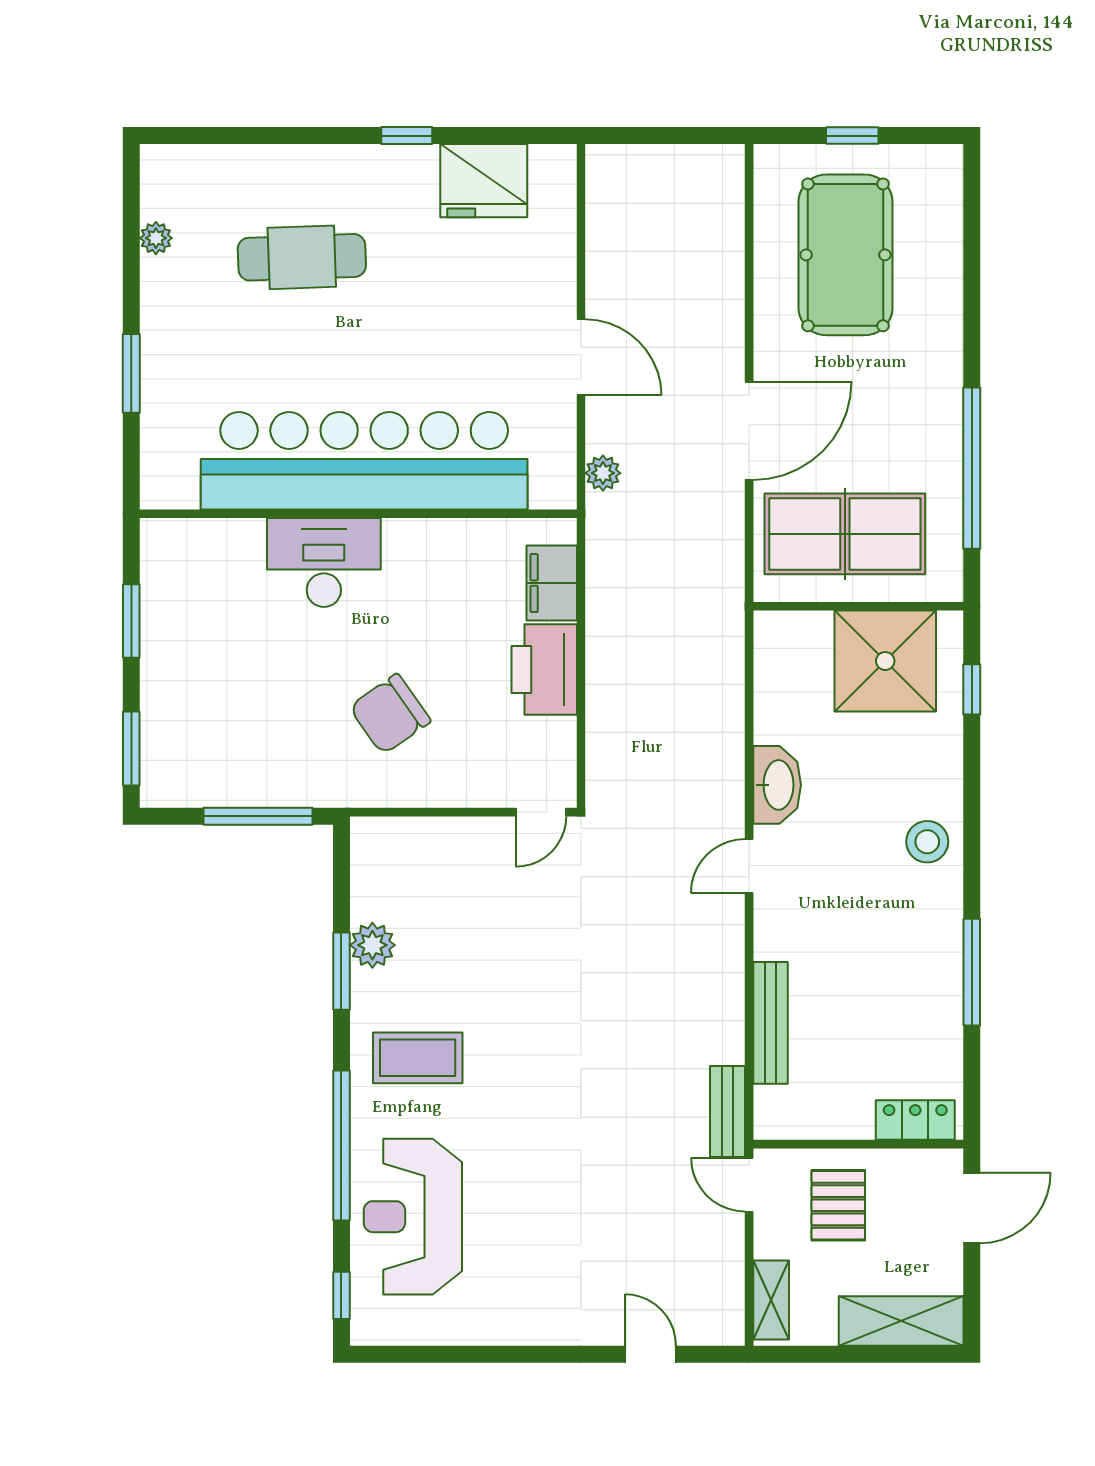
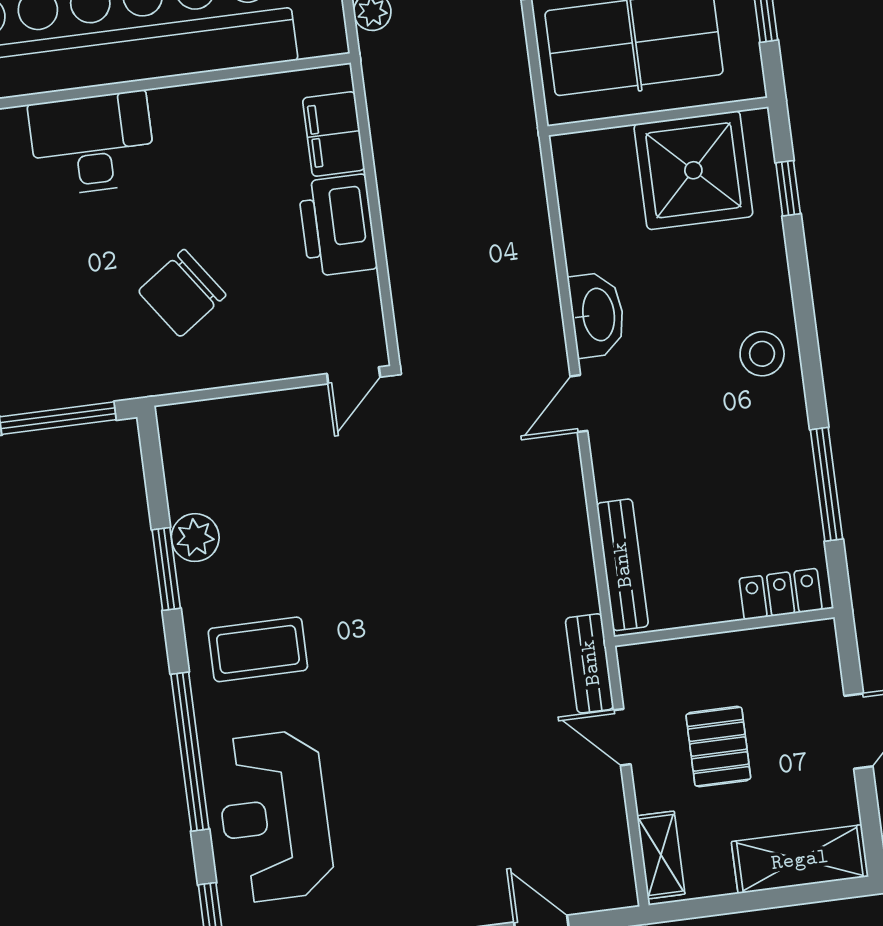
locker: (915, 1120) -> (781, 594), moved
wall: (858, 1144) -> (724, 627), moved

